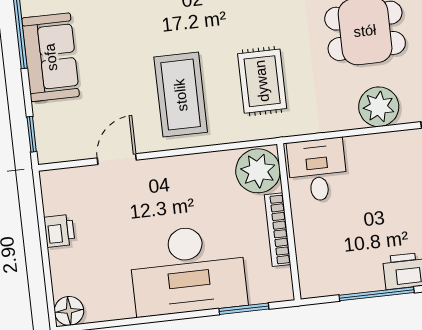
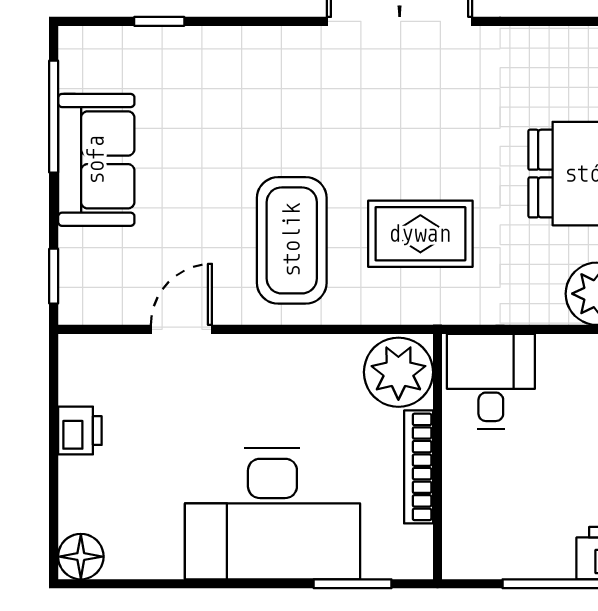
rug: (262, 81) -> (420, 234), turned 90

